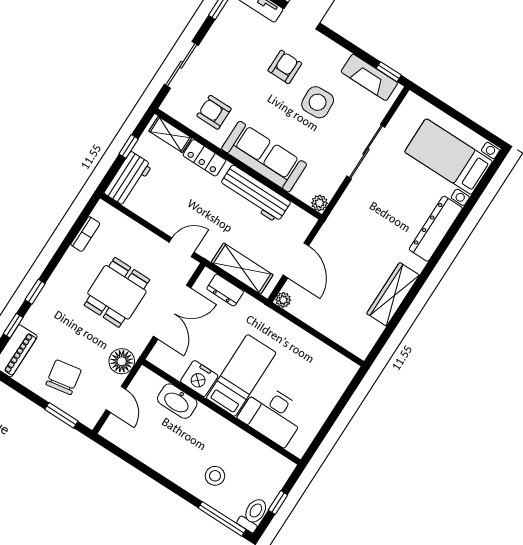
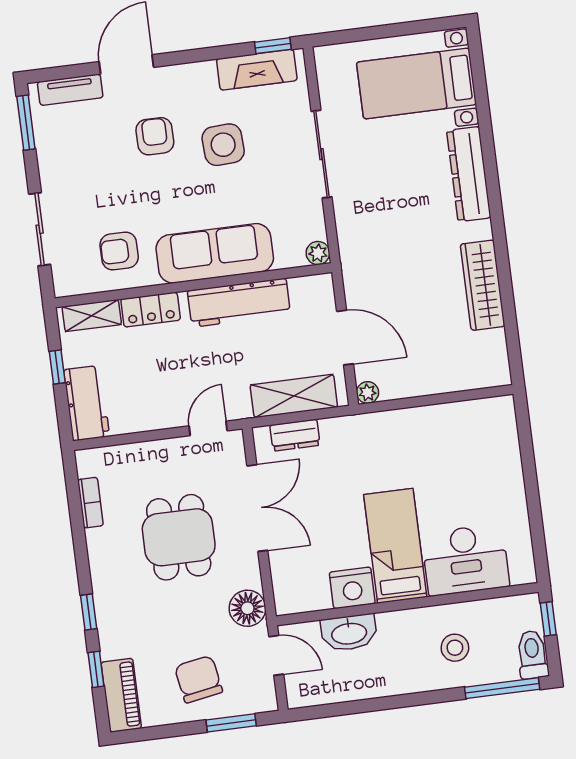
bed: (241, 375) -> (395, 546), moved
nightstand: (199, 379) -> (352, 588), moved
washbasin: (177, 401) -> (349, 633), moved
wall: (221, 412) -> (407, 604), moved
desk: (272, 415) -> (466, 560), moved

